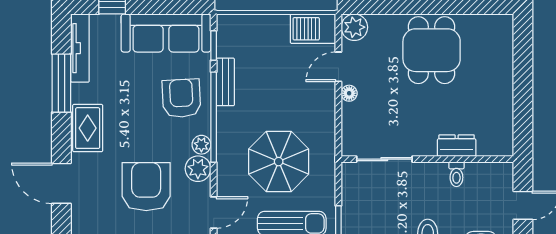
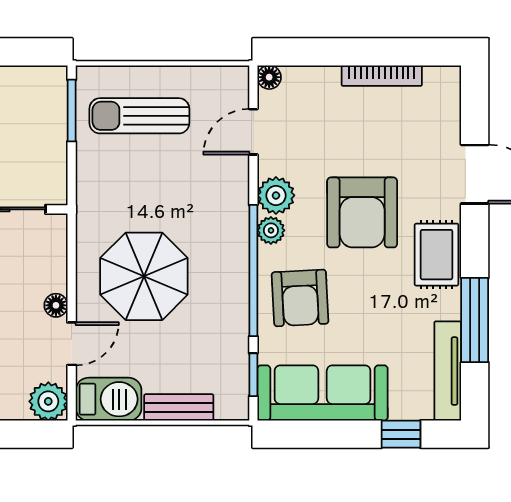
bench: (225, 82) -> (179, 407), moved, turned 90
parasol: (279, 162) -> (144, 276), moved
armchair: (146, 187) -> (362, 212), moved

